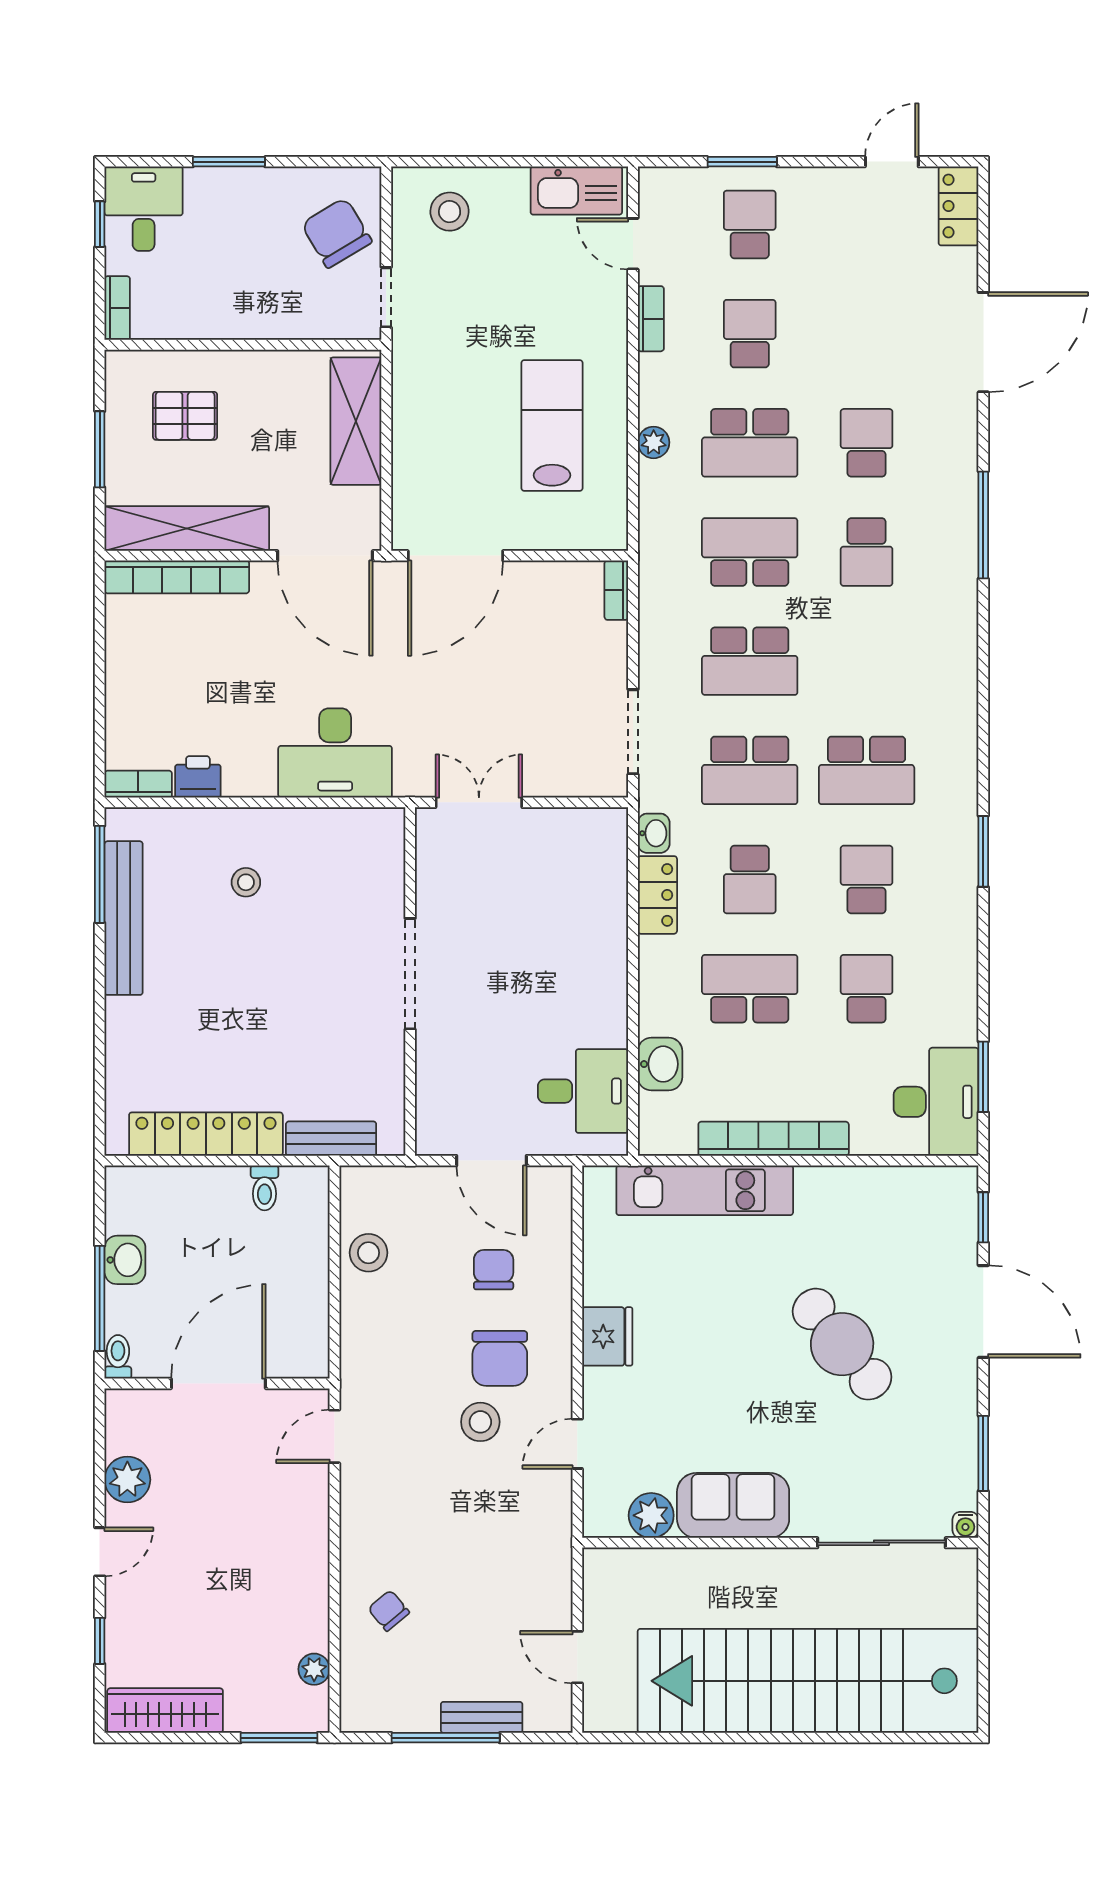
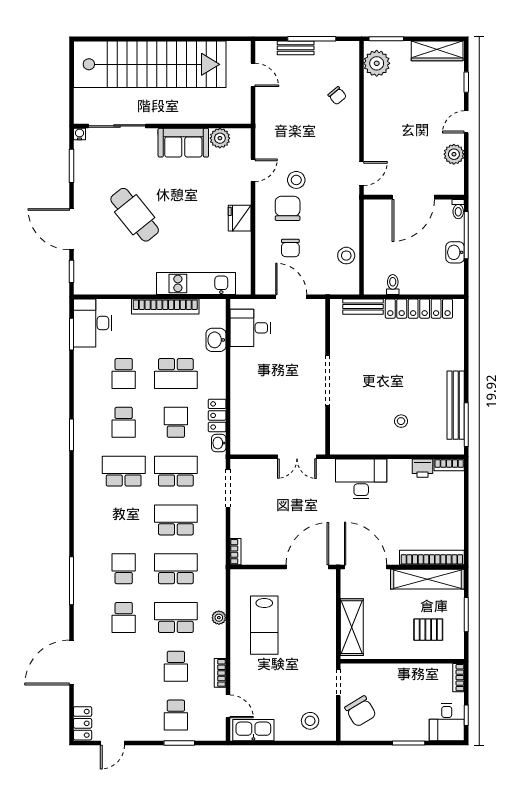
school desk: (750, 552) -> (176, 569), turned 180
plant: (314, 1669) -> (377, 63), width x1.87, depth x1.87

